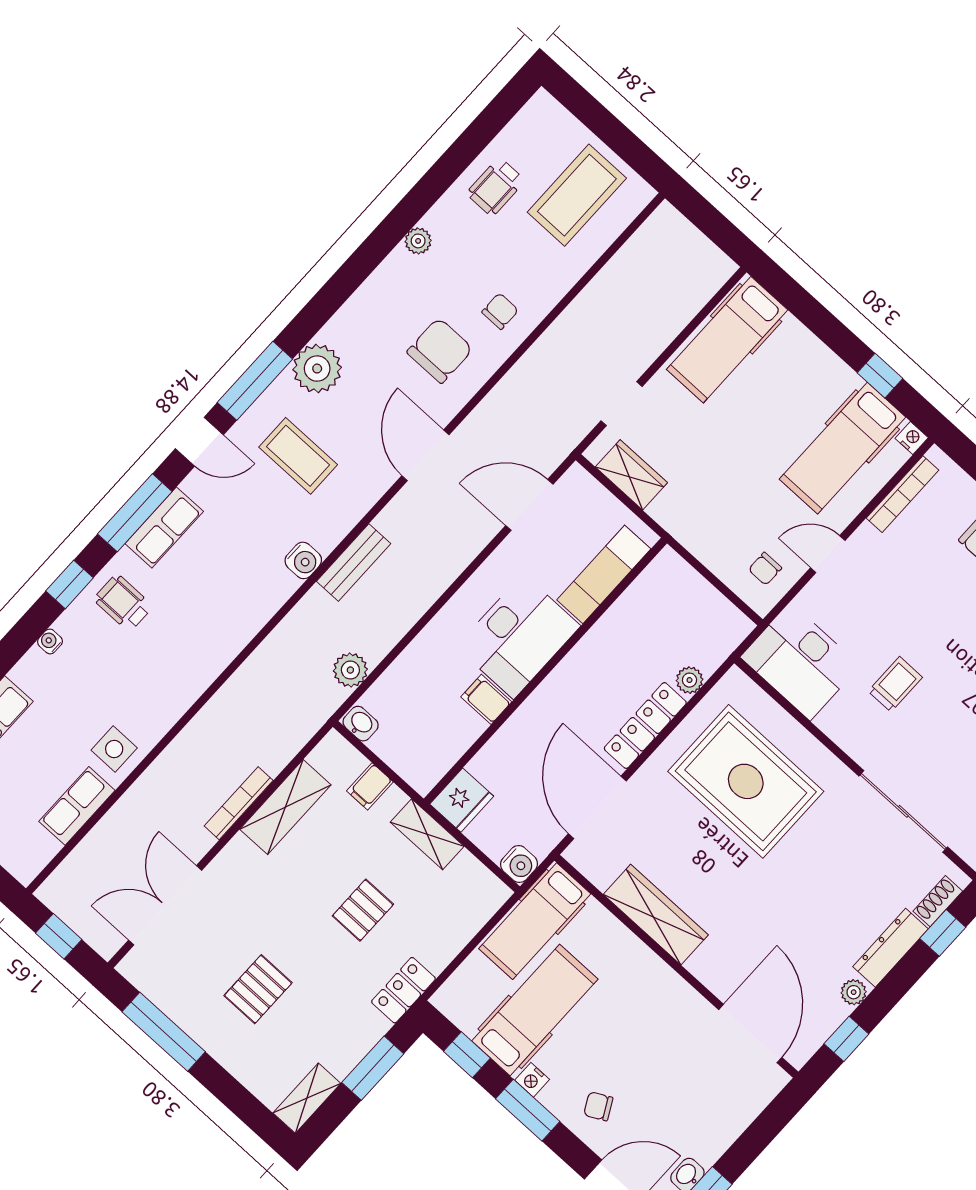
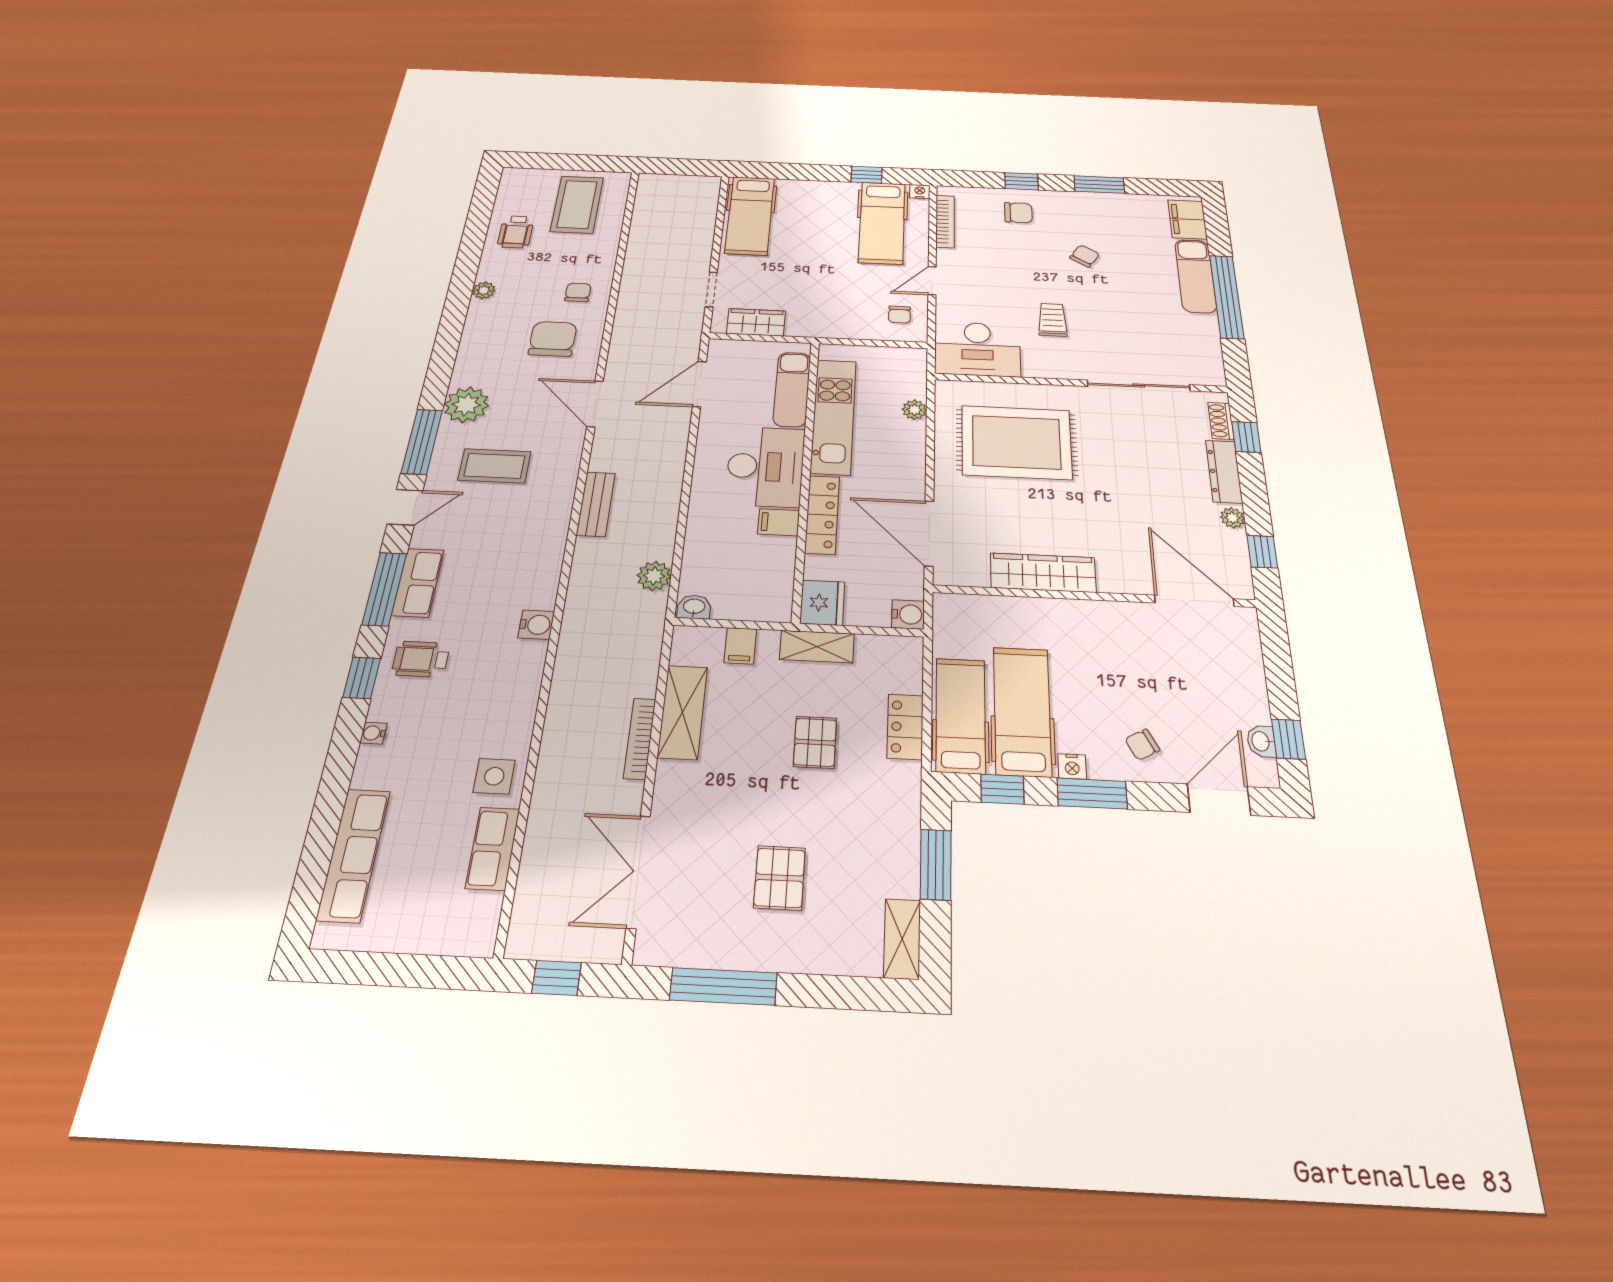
water cooler: (303, 560) -> (536, 625), moved
kitchen unit: (616, 631) -> (833, 416), added
locker: (645, 726) -> (822, 515), moved, turned 180
hospital bed: (535, 921) -> (961, 715), moved, turned 180
locker: (403, 990) -> (905, 727), moved

